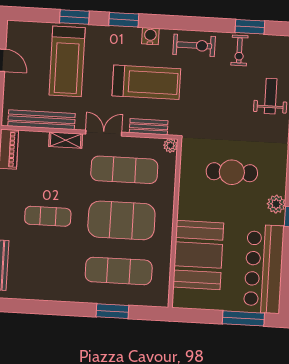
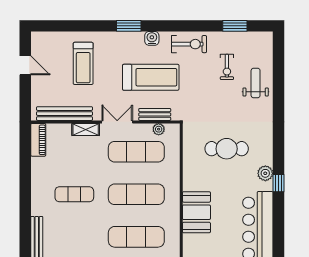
window: (74, 17) -> (87, 26), removed
exercise bike: (239, 50) -> (227, 67), moved
treadmill: (67, 61) -> (83, 63), width x0.73, depth x0.73
plant: (170, 146) -> (159, 129), moved
exercise mat: (121, 220) -> (136, 194), width x0.68
booth: (198, 255) -> (196, 212), width x0.73, depth x0.70

